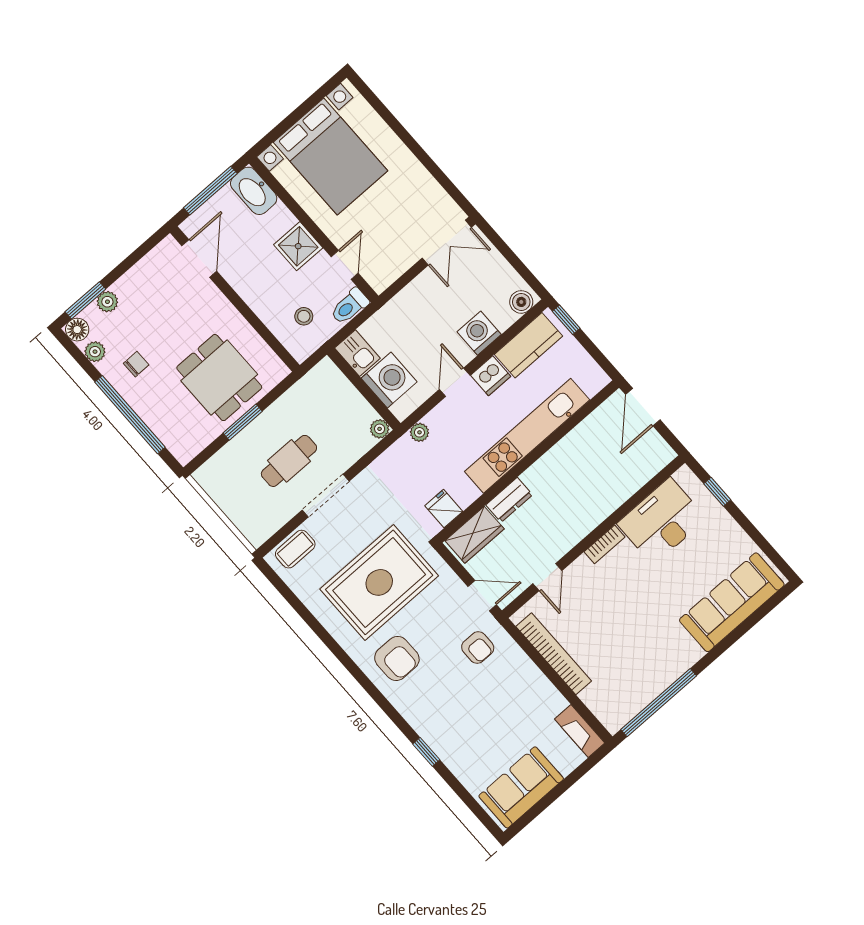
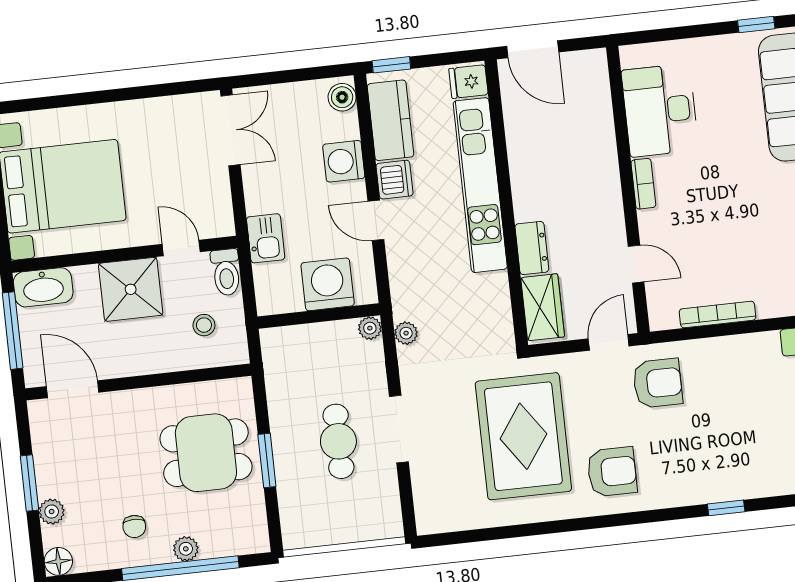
shower: (298, 246) -> (131, 289), width x1.36, depth x1.36
window: (85, 300) -> (29, 483), moved
plant: (95, 352) -> (186, 549), moved
kitchen sink: (357, 353) -> (266, 238), moved, turned 90
chair: (136, 364) -> (134, 526), turned 180
plant: (419, 432) -> (406, 333), moved
window: (717, 492) -> (756, 25), moved
fridge: (444, 509) -> (468, 82), moved
coffee table: (295, 549) -> (431, 497), removed
armchair: (478, 648) -> (658, 383), width x1.38, depth x1.38
bookcase: (554, 654) -> (718, 315), width x0.68, depth x0.76

